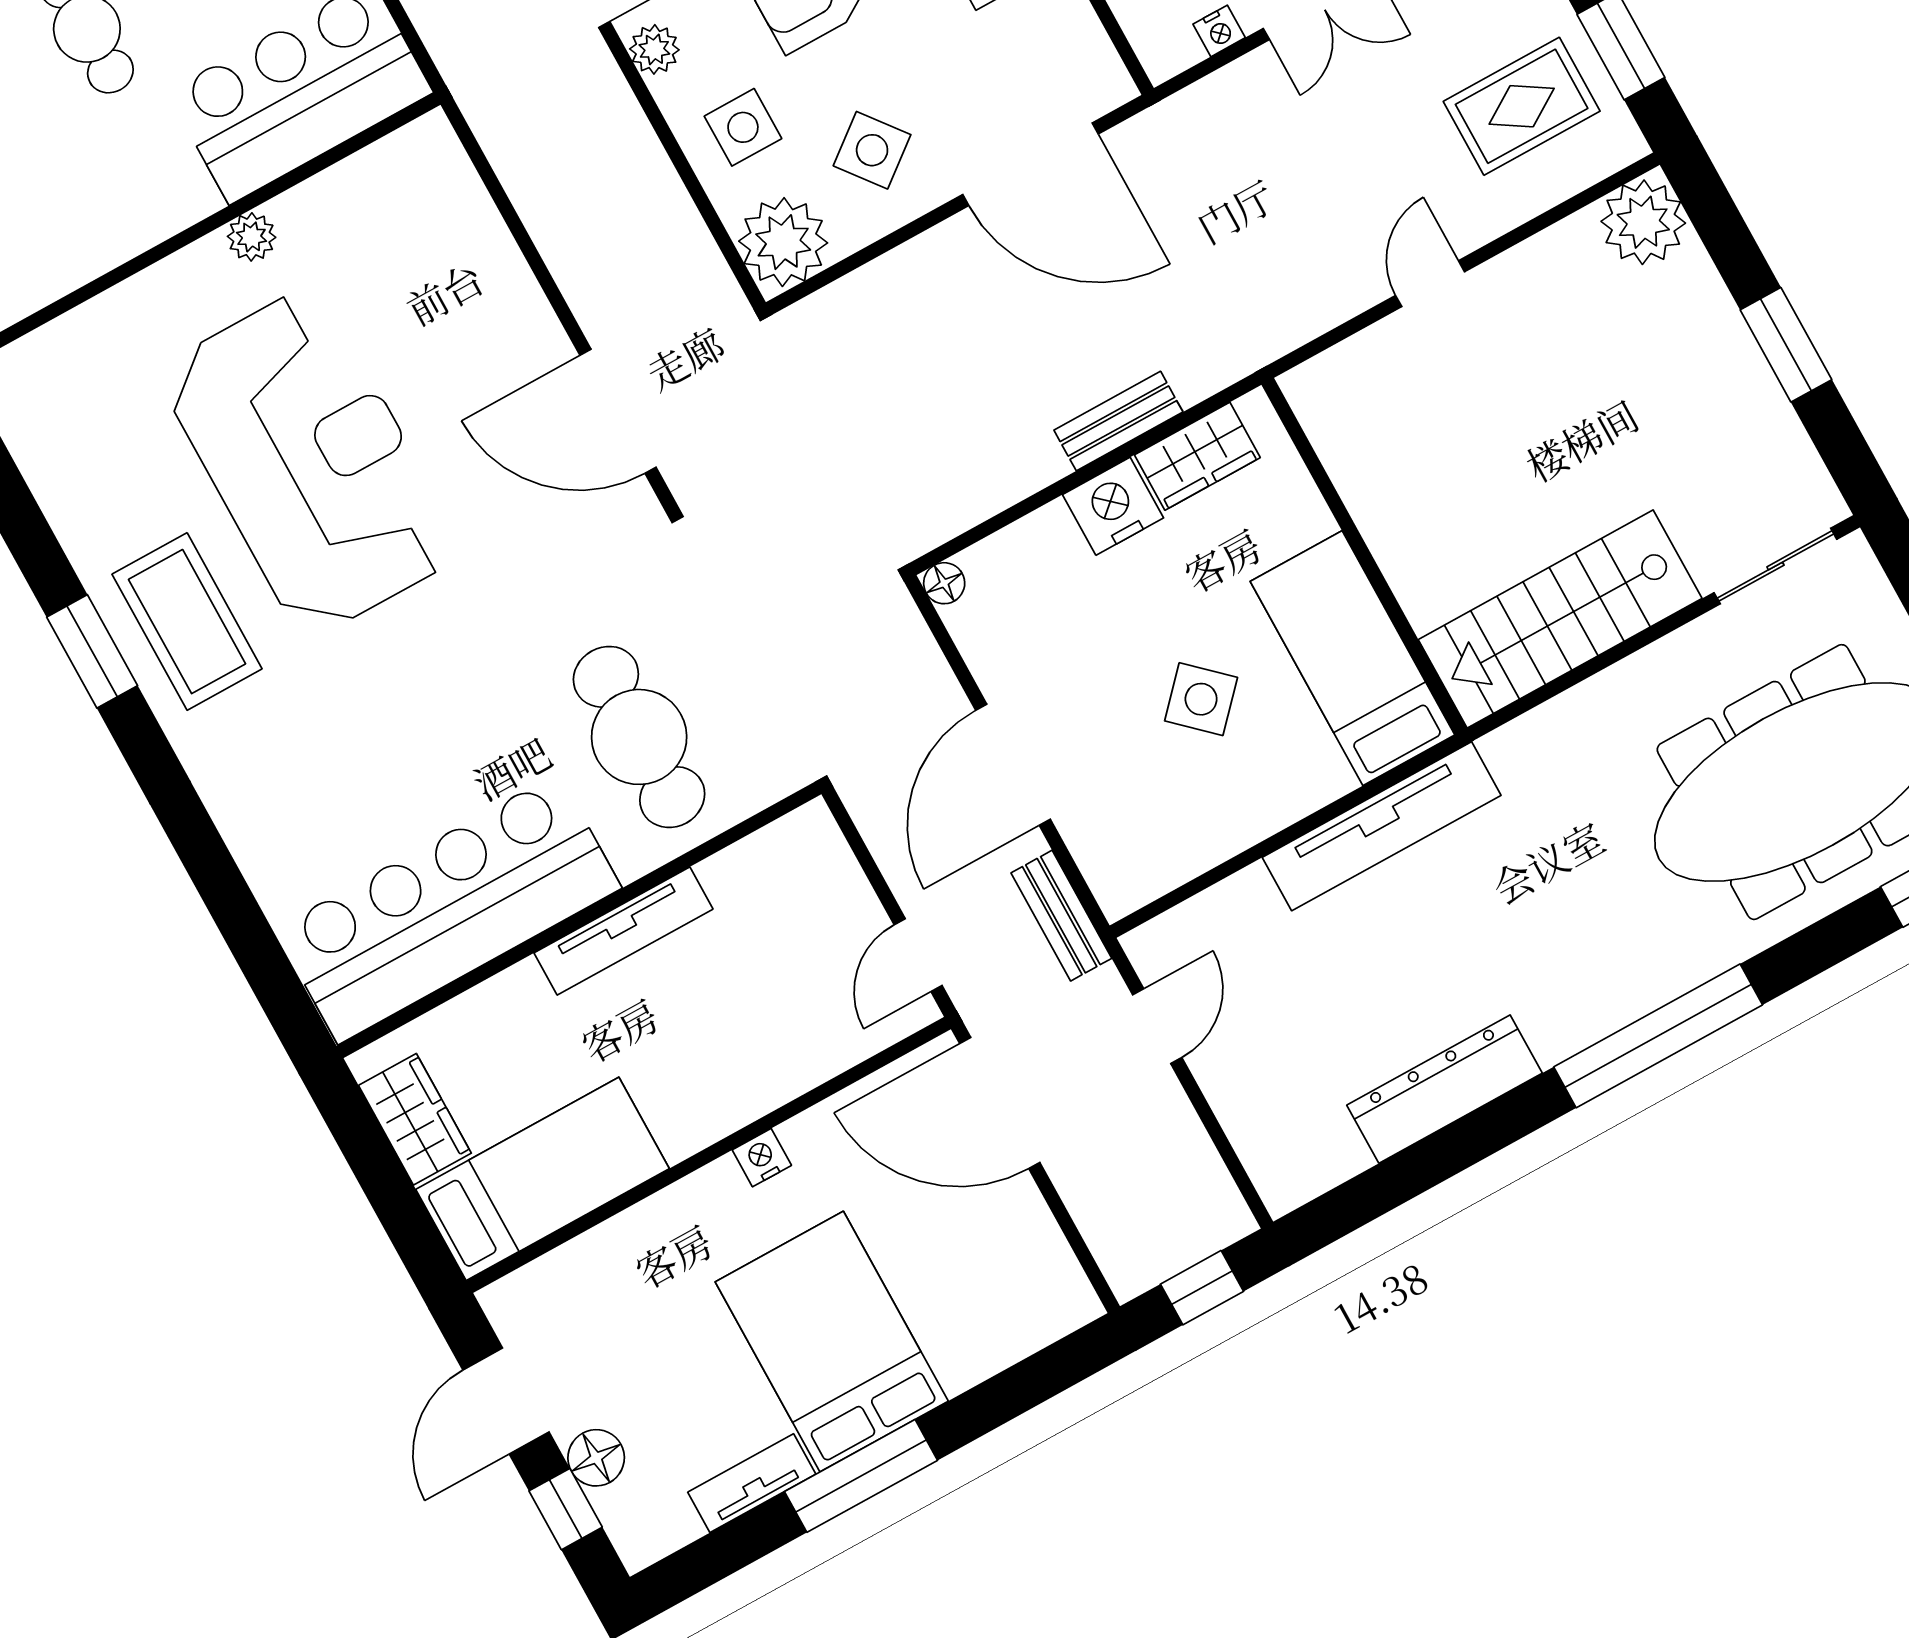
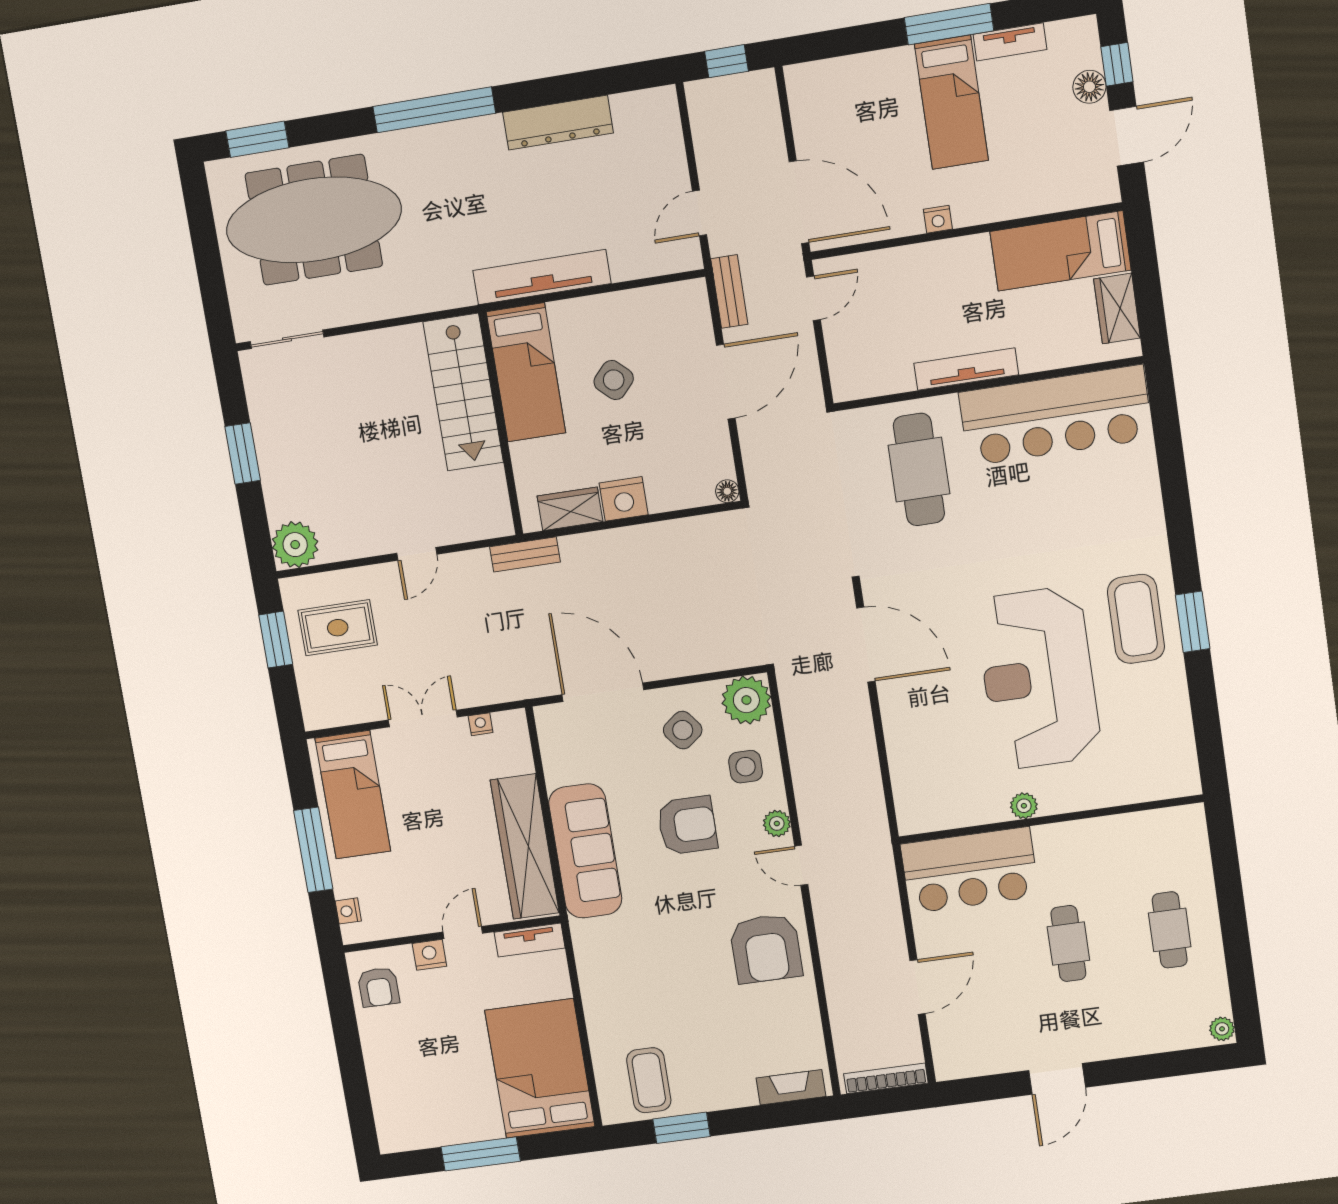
bench: (1118, 421) -> (525, 554), moved
stairs: (1560, 619) -> (463, 392), moved, turned 90
bed: (832, 1341) -> (951, 102), width x0.67

